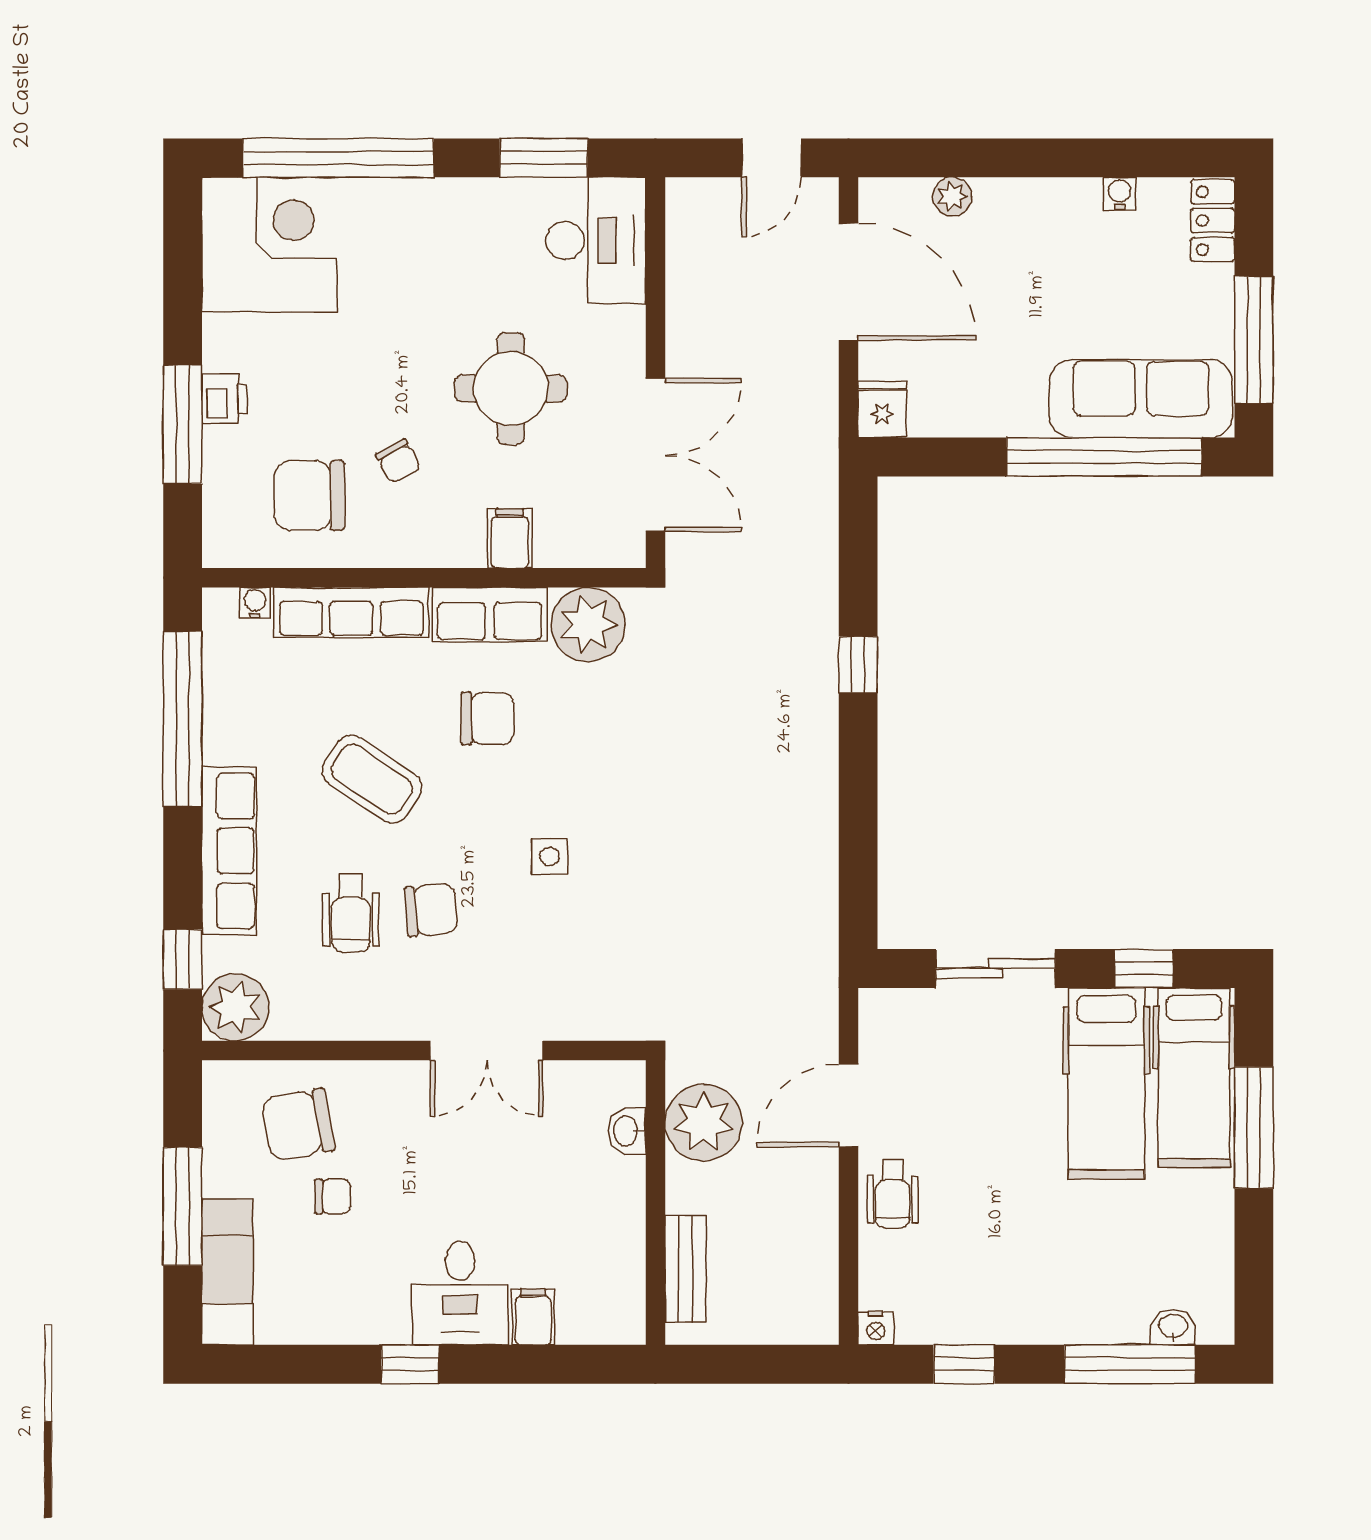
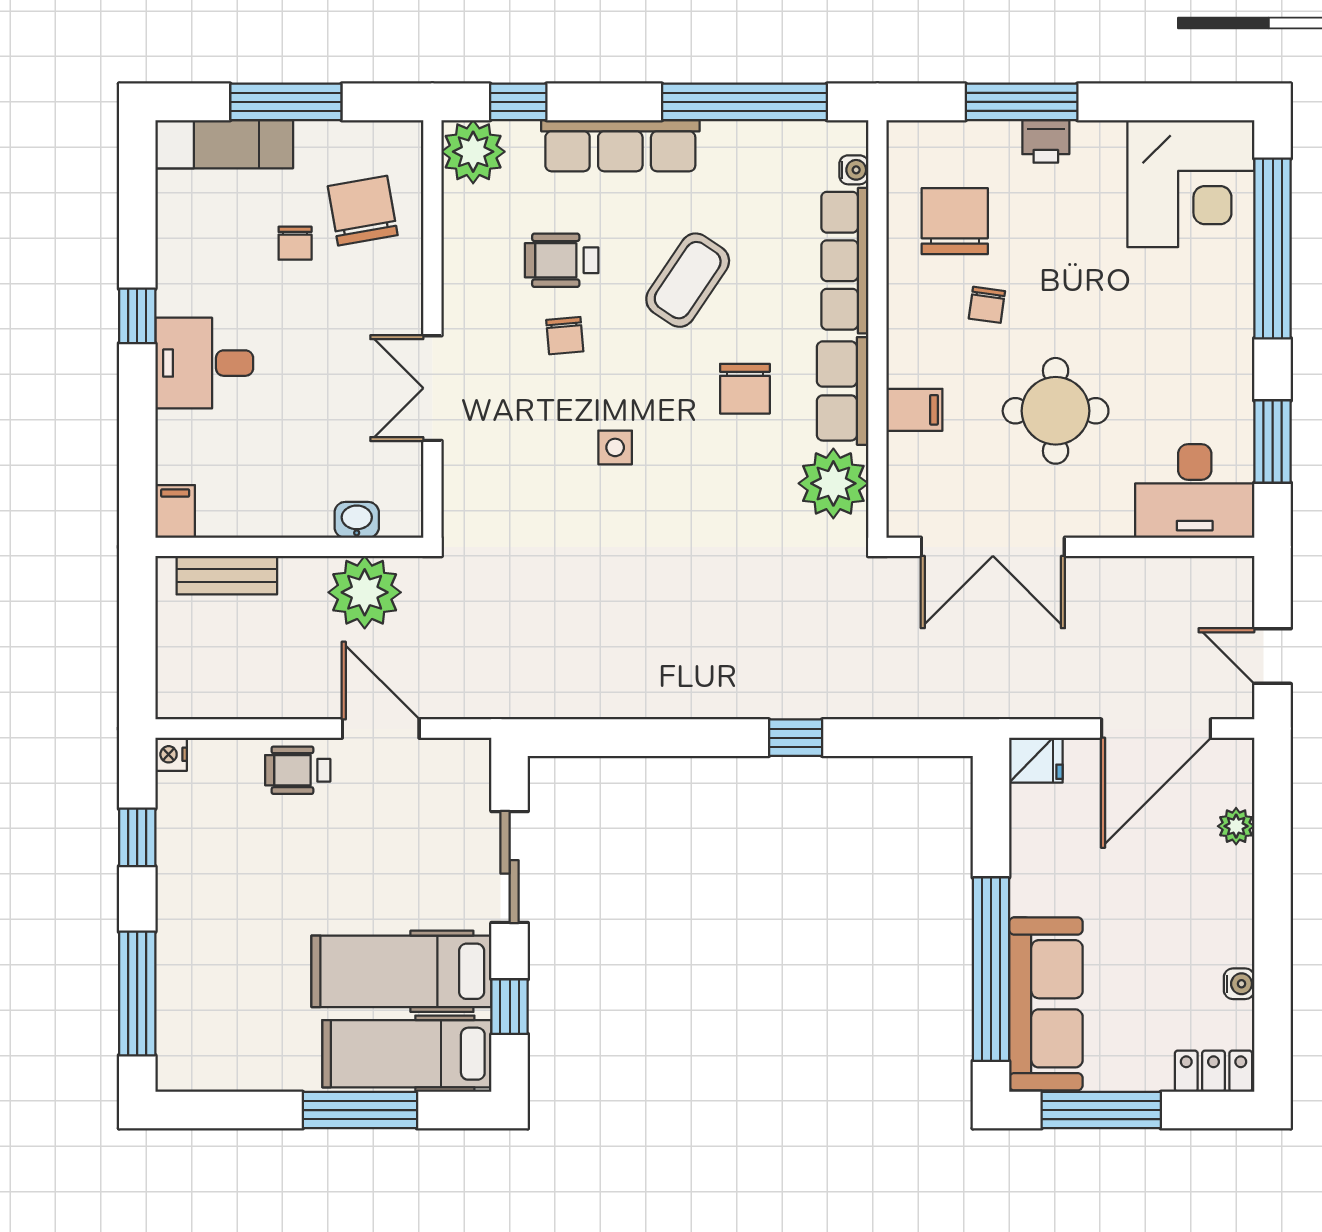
chair: (398, 461) -> (987, 305), turned -53
chair: (431, 910) -> (565, 336), width x0.73, depth x0.73
filing cabinet: (533, 1317) -> (175, 511), moved, turned -90
washbasin: (1173, 1327) -> (172, 1034), removed

